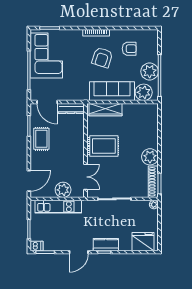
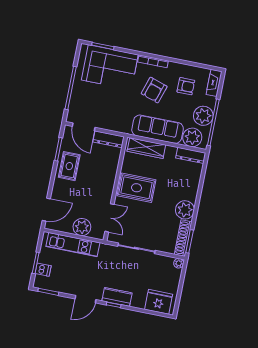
fireplace: (153, 41) -> (214, 83), added
corner sofa: (46, 56) -> (110, 67), moved, turned 90
dresser: (145, 108) -> (191, 155), added
dishwasher: (37, 246) -> (43, 270), moved

